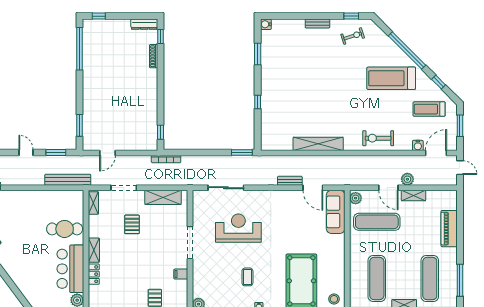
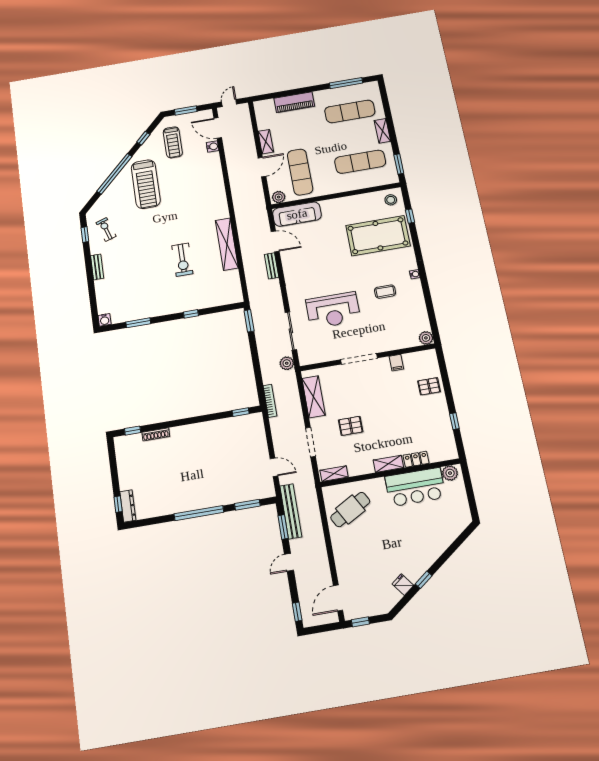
dresser: (144, 24) -> (128, 506), moved
window: (80, 49) -> (199, 513), moved
exercise bike: (378, 138) -> (182, 260), moved
plant: (407, 179) -> (287, 363), moved
bench: (68, 180) -> (291, 511), moved
door: (313, 188) -> (275, 241), hinge flipped
reception desk: (238, 228) -> (333, 310), turned -90
cafe table: (65, 229) -> (350, 509), moved, turned 61

